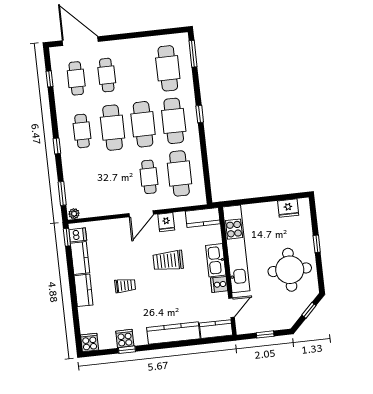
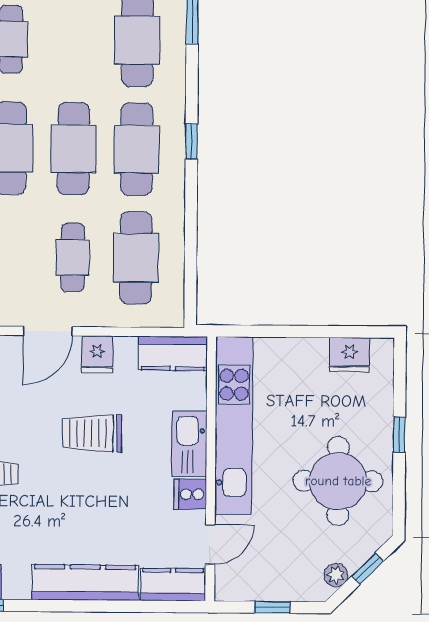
plant: (294, 315) -> (336, 575), added

